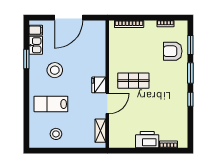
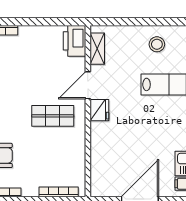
stool: (55, 70) -> (158, 130), removed
printer: (147, 140) -> (75, 41), moved, turned 90

